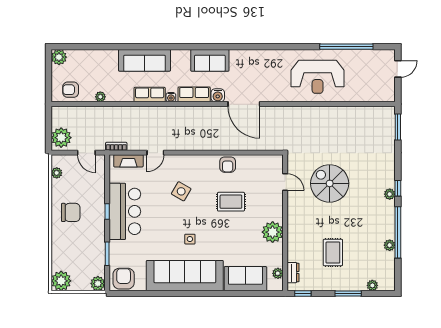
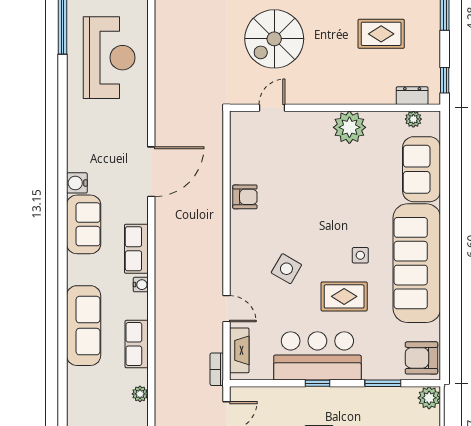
row of seats: (150, 95) -> (137, 344), moved
water cooler: (218, 95) -> (77, 183), moved, turned 180
rug: (231, 202) -> (344, 296), moved, turned 90

